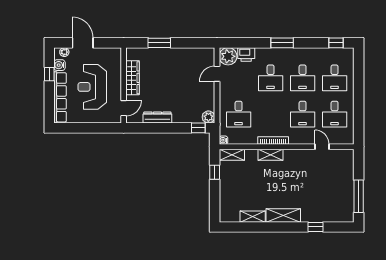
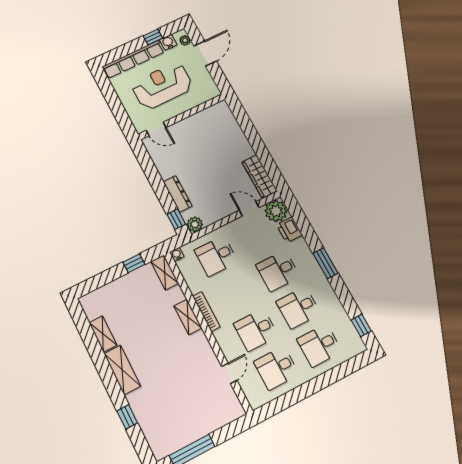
window: (159, 43) -> (249, 130), removed
wardrobe: (133, 78) -> (259, 177), moved, turned 90
dresser: (157, 118) -> (178, 194), moved

